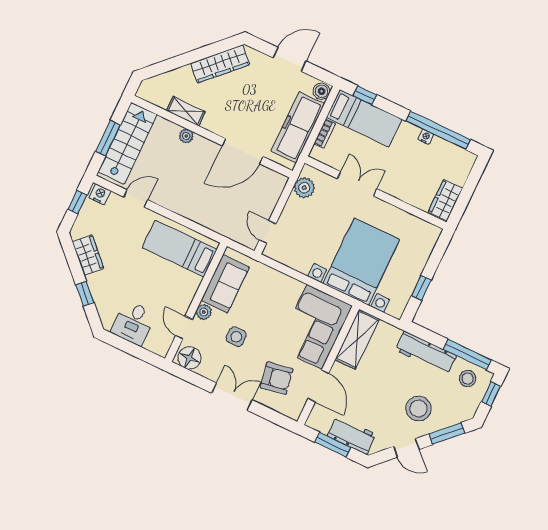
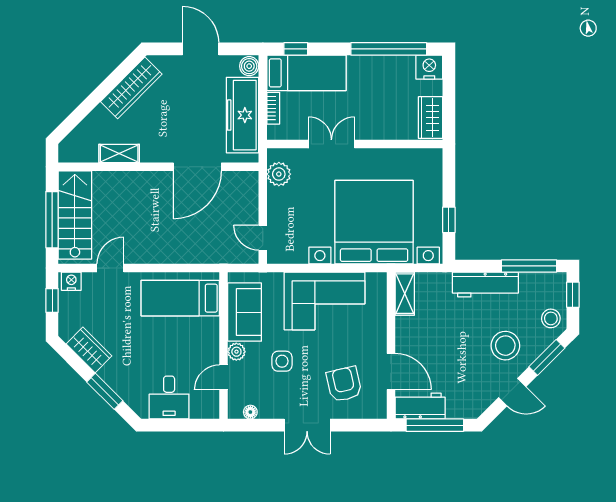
door: (290, 59) -> (201, 49), hinge flipped
plant: (186, 136) -> (132, 179), removed
nightstand: (426, 137) -> (429, 67), moved, width x1.89, depth x1.79
window: (108, 138) -> (52, 220), width x1.44
bed with nightstands: (361, 262) -> (374, 222), width x1.36
window: (85, 294) -> (105, 391), width x1.50
corner sofa: (315, 327) -> (325, 301), moved, turned -90
door: (184, 328) -> (224, 377), hinge flipped
shelving: (357, 339) -> (405, 294), width x0.67, depth x0.75
floor lamp: (189, 358) -> (250, 412), width x0.53, depth x0.53
armchair: (277, 378) -> (344, 384), turned -93
stool: (468, 378) -> (551, 318), moved
double door: (232, 397) -> (307, 425), swing flipped
workbench: (352, 435) -> (420, 406), moved
window: (333, 445) -> (435, 425), width x1.44

